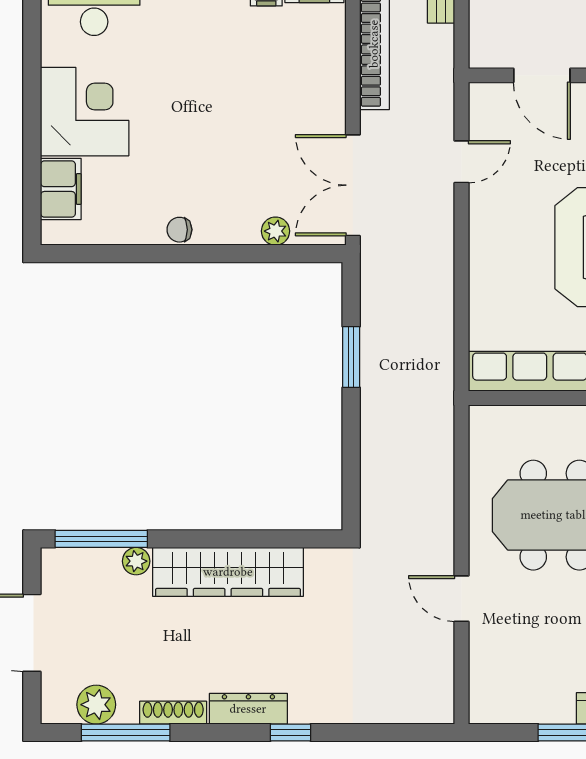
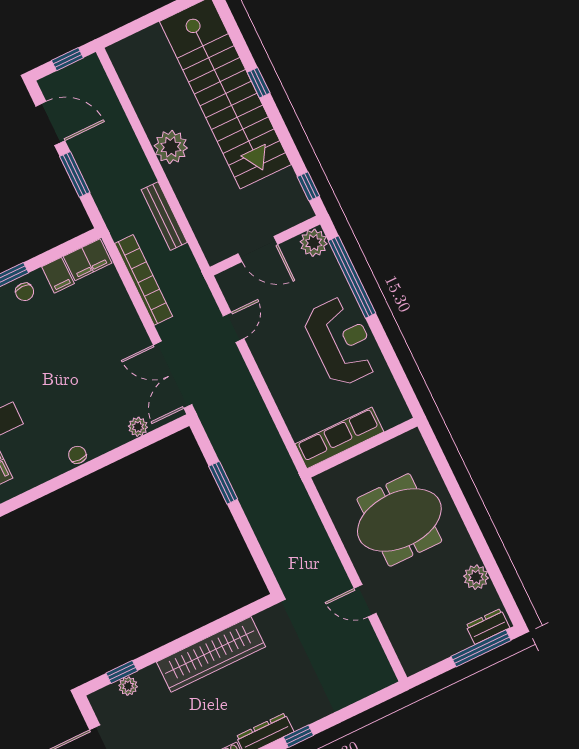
chair: (179, 230) -> (77, 455), turned 90
window: (101, 539) -> (122, 672), width x0.46
plant: (136, 561) -> (128, 686), moved

